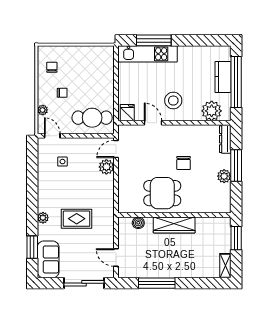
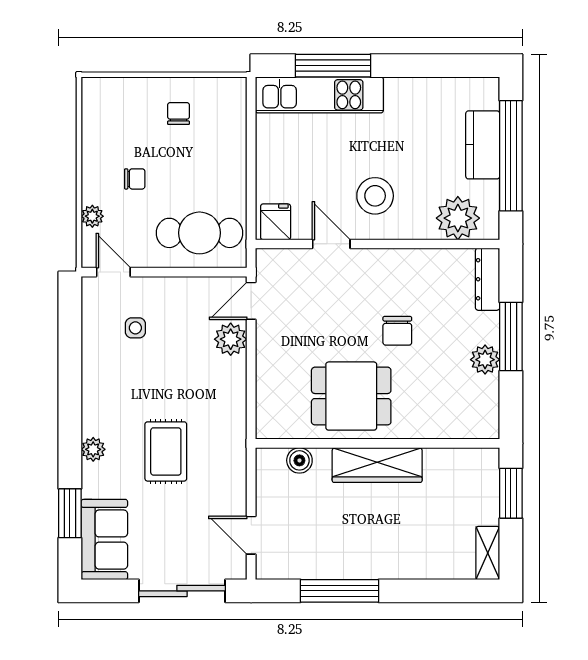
chair: (52, 67) -> (179, 114), moved
rug: (77, 219) -> (166, 451), turned 90

